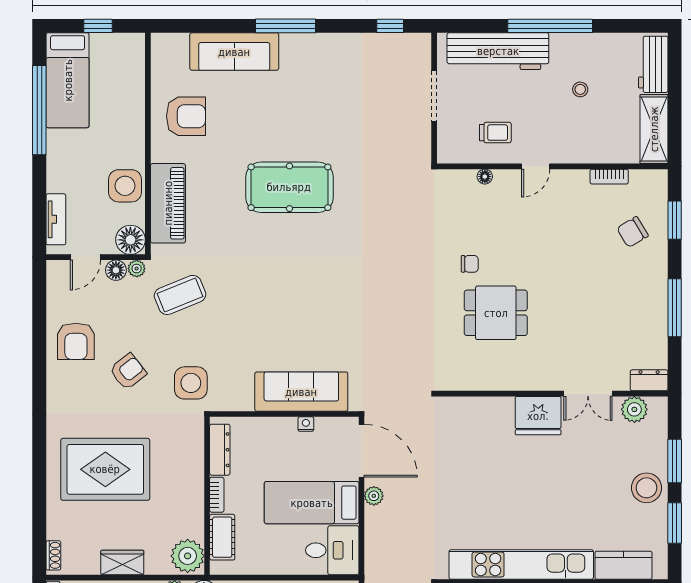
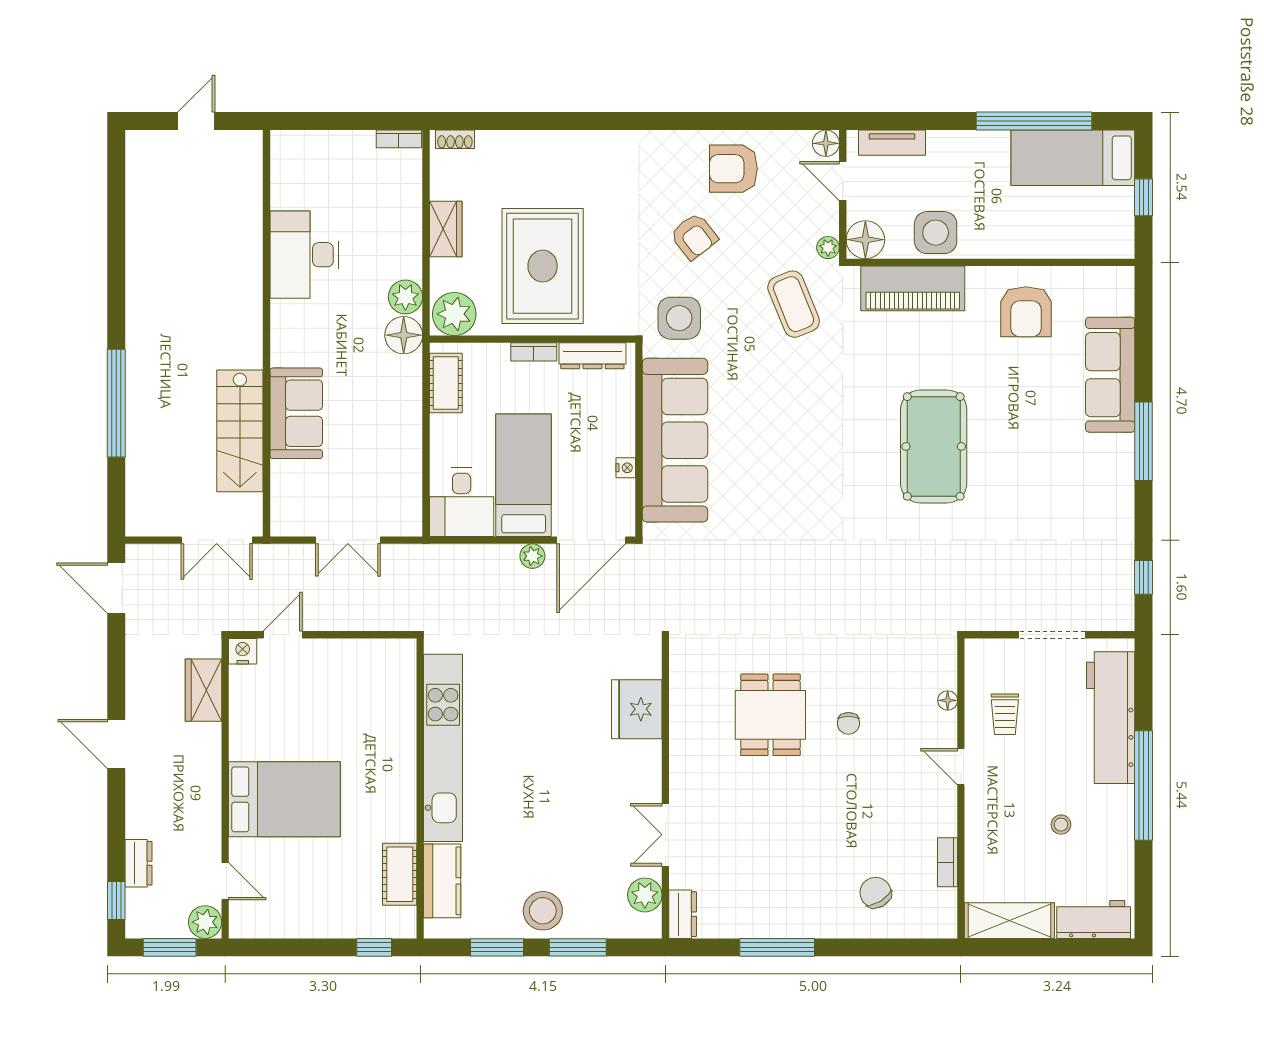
window: (675, 220) -> (891, 947), removed
chair: (470, 264) -> (848, 723), moved
floor lamp: (116, 270) -> (826, 143), moved
sofa: (301, 392) -> (675, 440), width x1.36, depth x1.27
fridge: (538, 416) -> (637, 709), moved
rug: (105, 469) -> (543, 266), moved
cot: (222, 537) -> (446, 383), moved, turned 90

